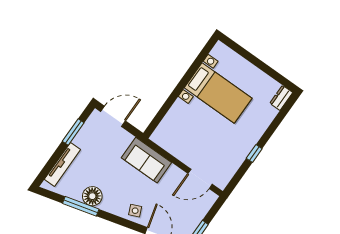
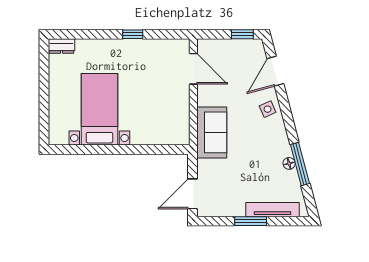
door: (113, 116) -> (193, 194), hinge flipped
window: (73, 132) -> (251, 221), moved
floor lamp: (92, 196) -> (289, 163), width x0.53, depth x0.53

